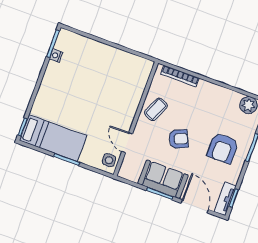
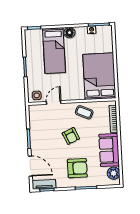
bed: (118, 71) -> (99, 76), added
floor lamp: (47, 85) -> (70, 33), added
bed: (53, 138) -> (54, 51), moved
armchair: (223, 148) -> (77, 168), turned 180
sofa: (163, 179) -> (109, 150), moved, turned 180
door: (195, 206) -> (30, 166), hinge flipped

